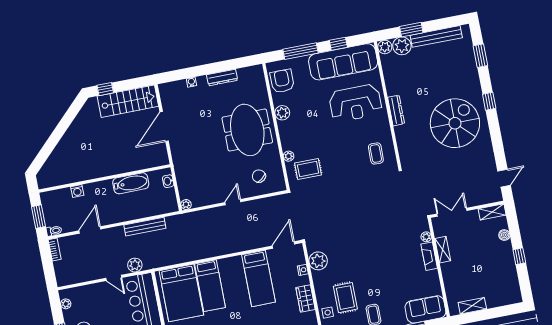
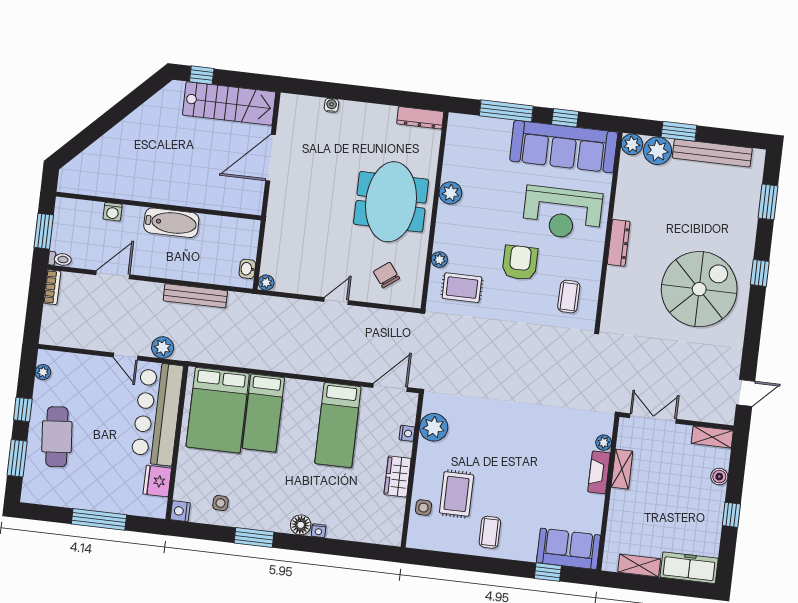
dresser: (222, 78) -> (420, 118), moved
armchair: (282, 81) -> (520, 263), moved
washbasin: (168, 181) -> (247, 269), moved
bathtub: (131, 183) -> (171, 223), moved
freezer: (504, 297) -> (689, 568), added

